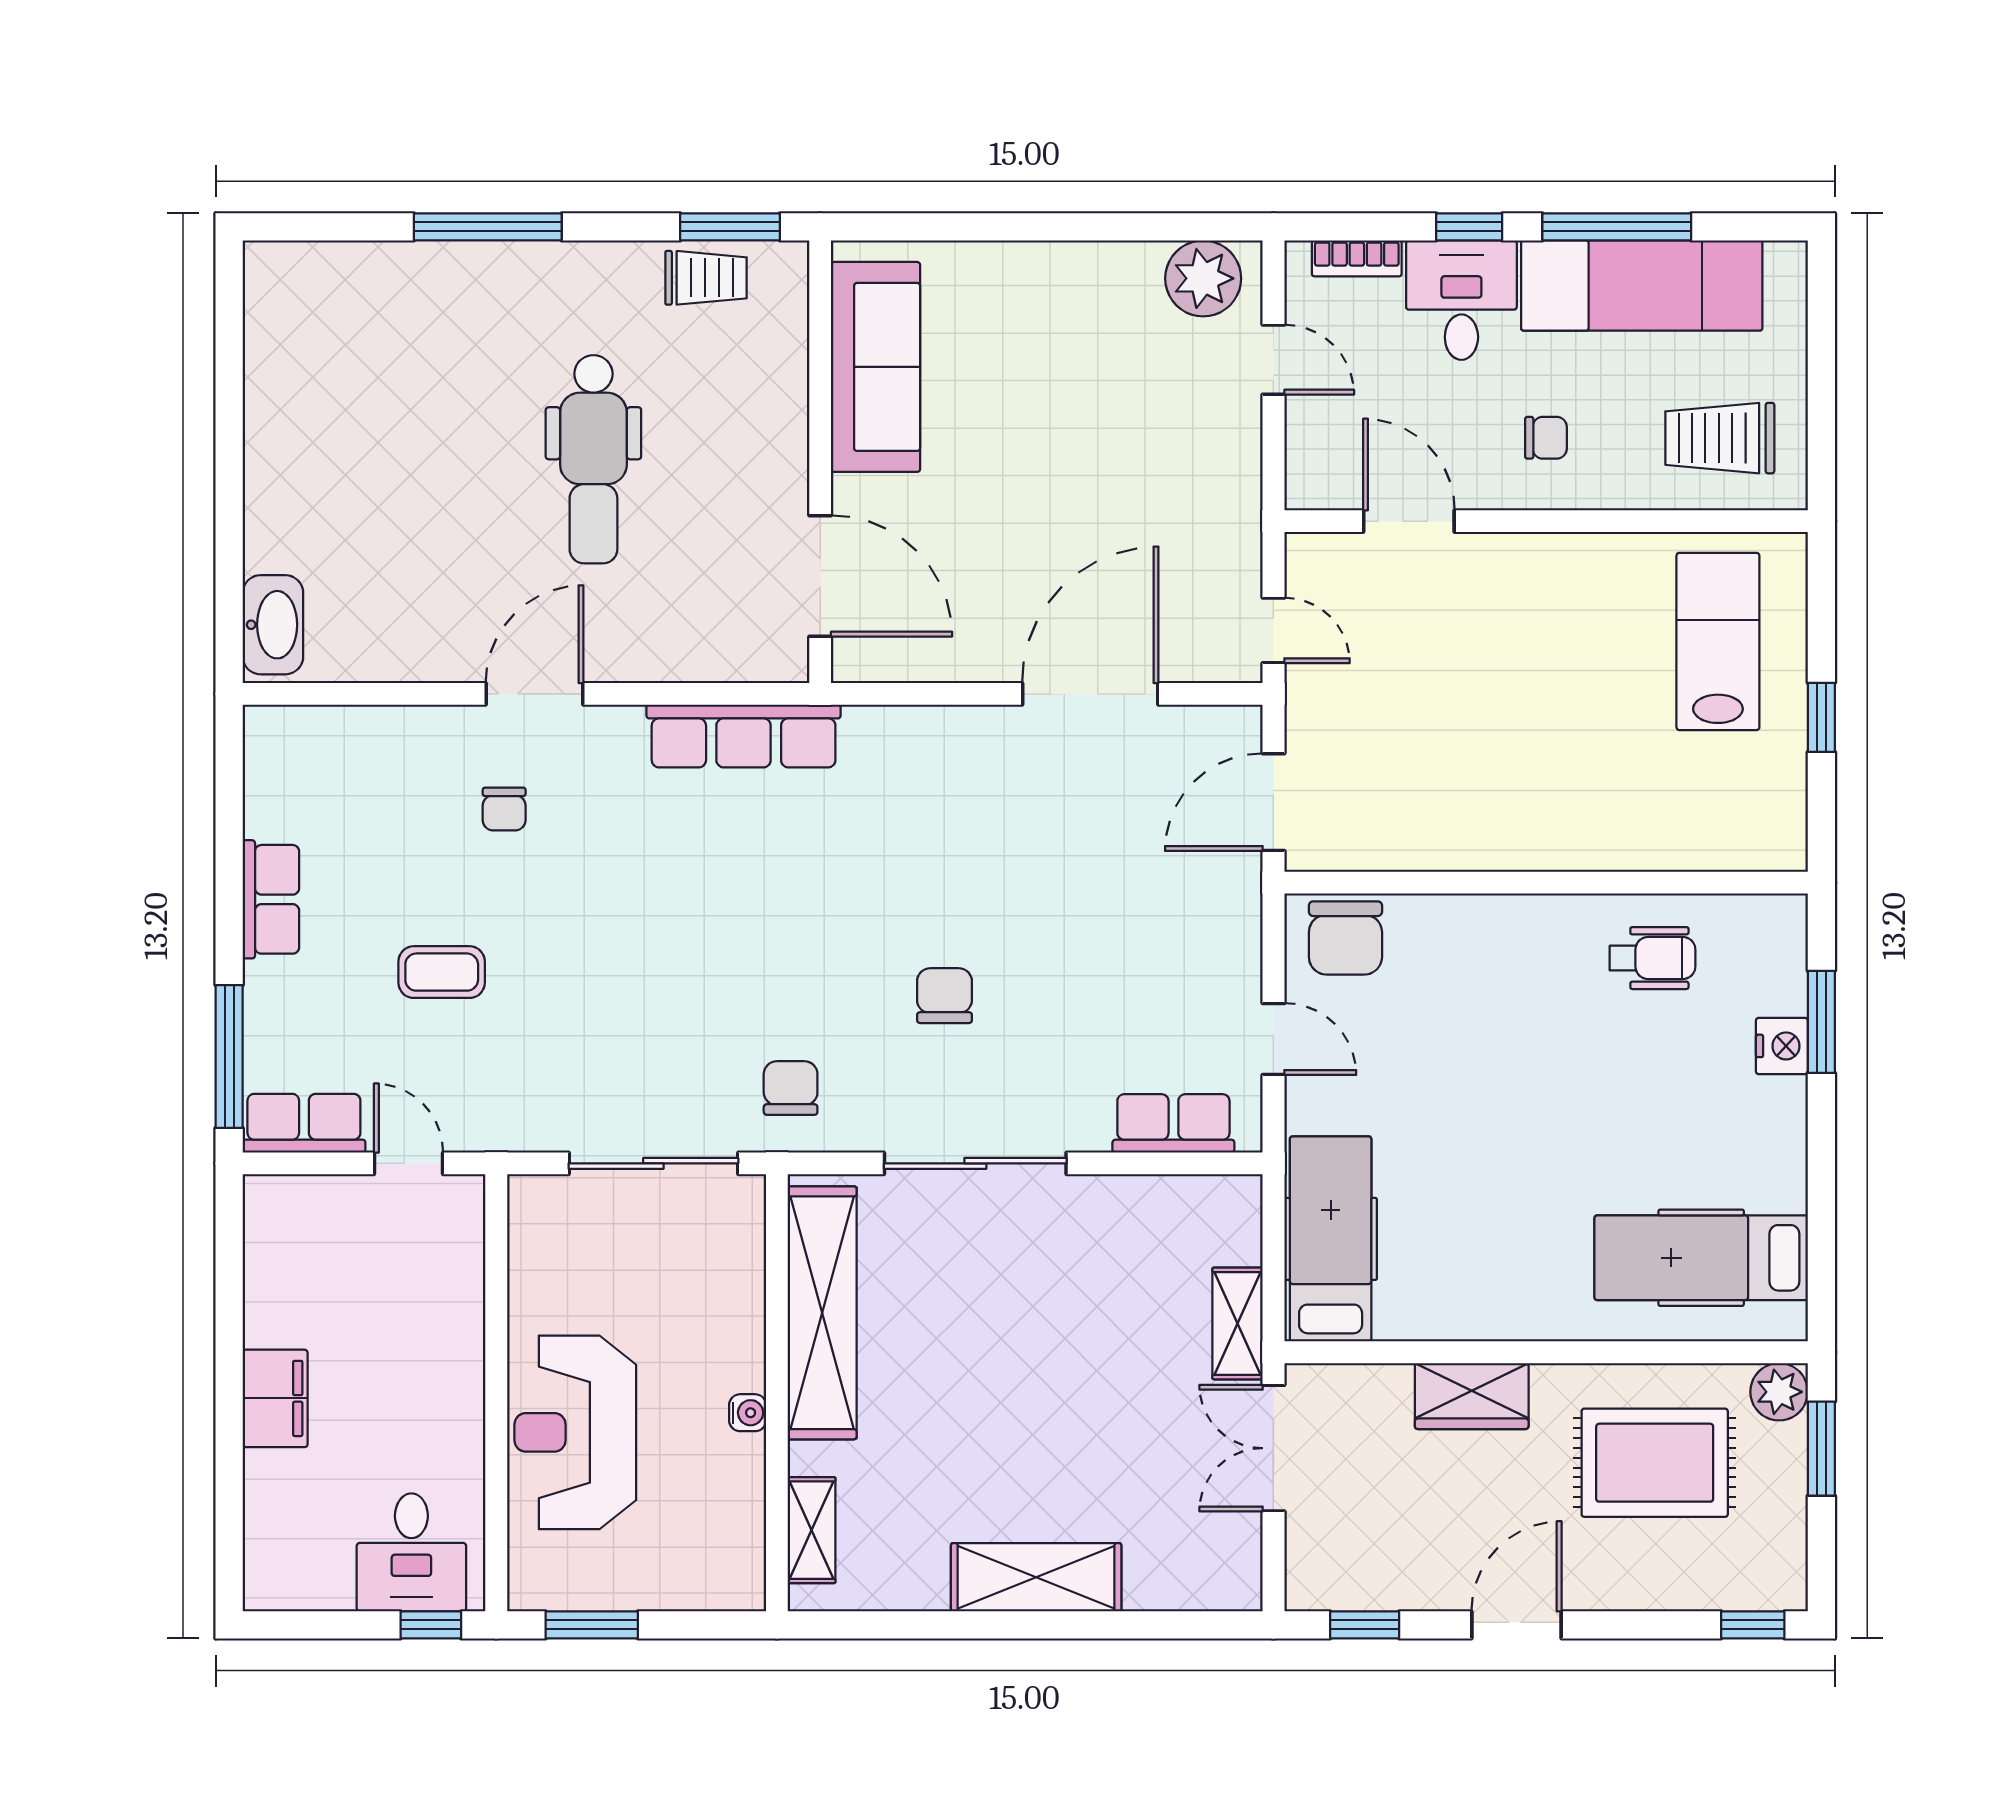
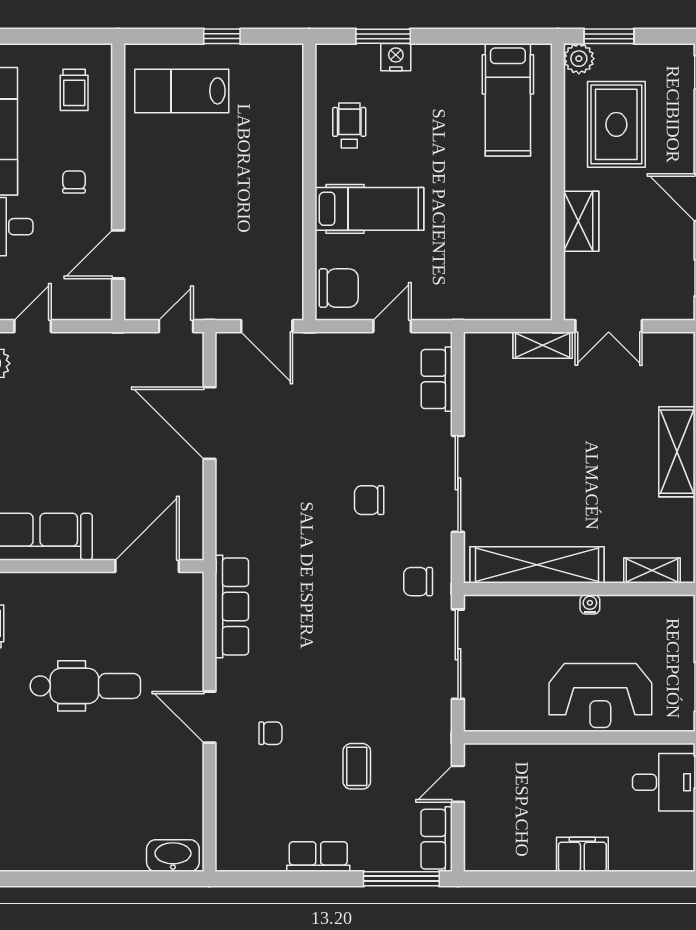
trolley: (1720, 438) -> (74, 90), width x0.73, depth x0.72
hospital bed: (1331, 1239) -> (369, 209), moved, turned 180

